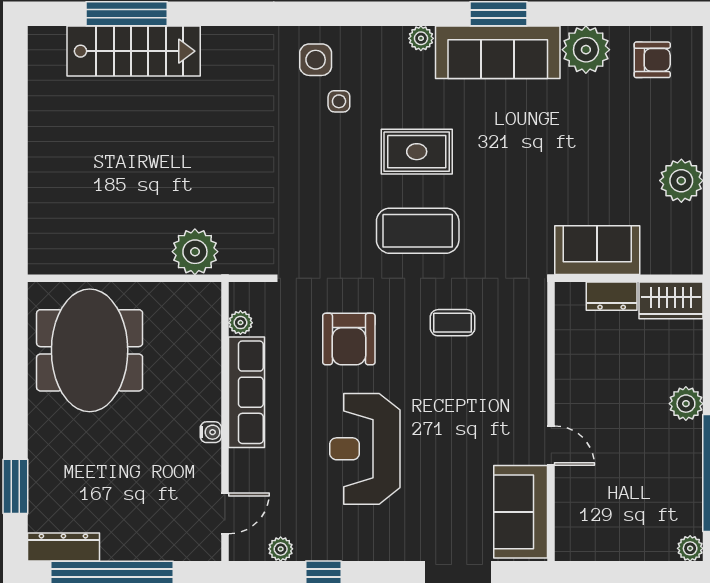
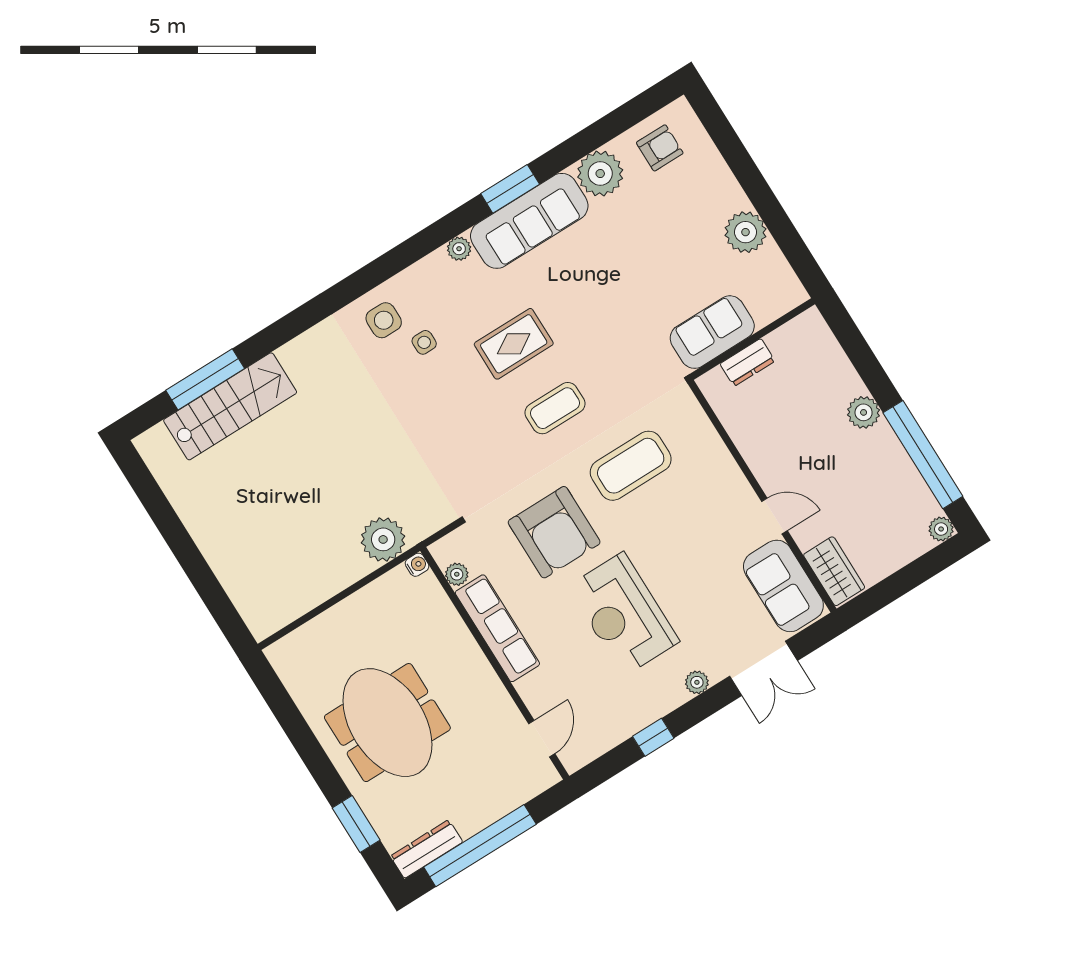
coffee table: (418, 231) -> (555, 408), width x0.73, depth x0.76
wardrobe: (671, 300) -> (834, 571), moved, turned -90
coffee table: (453, 323) -> (631, 466), width x1.86, depth x1.72
armchair: (349, 339) -> (554, 532), width x1.36, depth x1.36
meeting table: (90, 350) -> (387, 723), moved
water cooler: (211, 432) -> (417, 565), moved
plant: (281, 549) -> (697, 682), moved

